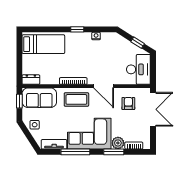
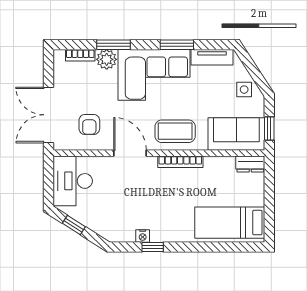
window: (77, 29) -> (153, 247), moved
window: (75, 152) -> (177, 45), width x0.69

